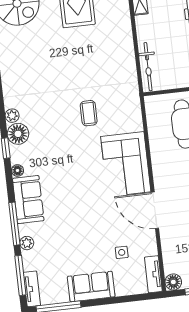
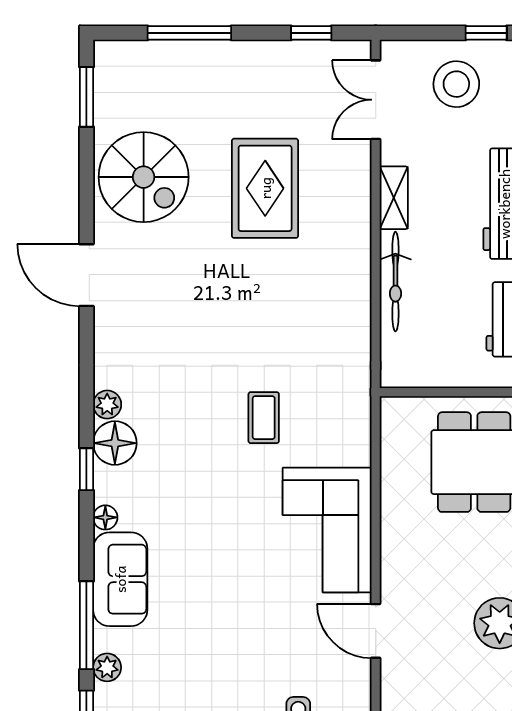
bicycle: (148, 67) -> (395, 282), moved
door: (155, 210) -> (376, 631), width x0.73

